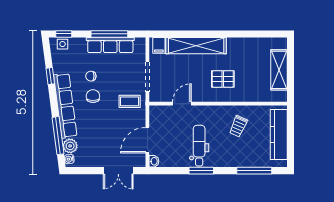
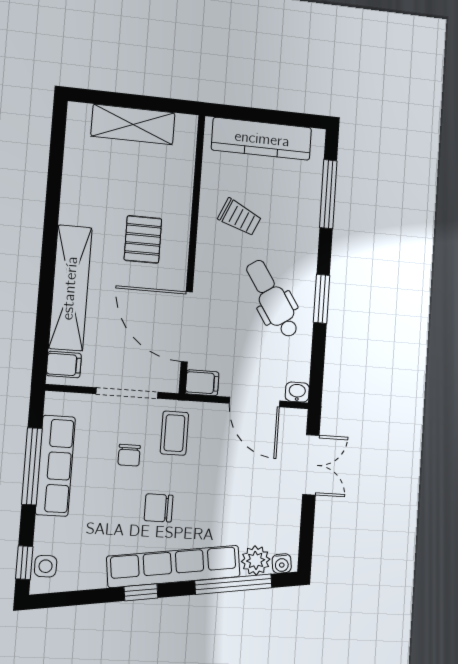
window: (50, 76) -> (141, 592), moved
chair: (91, 76) -> (129, 455), moved
door: (182, 104) -> (187, 327), width x1.87
filing cabinet: (155, 113) -> (202, 383), added
dental chair: (199, 146) -> (273, 299), turned 57

